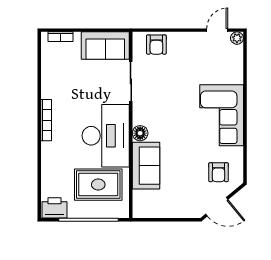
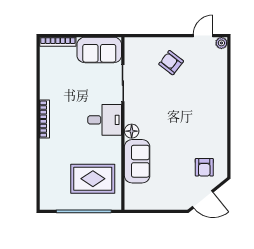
bookcase: (61, 37) -> (58, 42), width x1.56
armchair: (156, 45) -> (171, 63), moved, turned 128
corner sofa: (222, 115) -> (207, 115), removed
desk: (106, 136) -> (105, 120), width x0.53, depth x0.77
printer: (55, 208) -> (52, 200), removed

